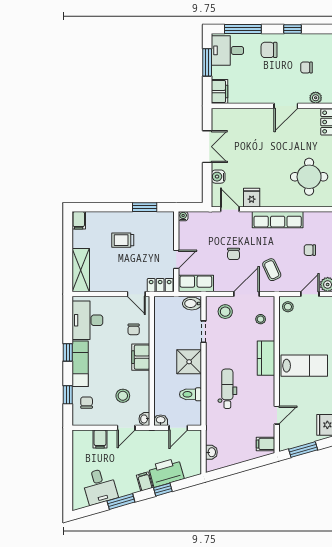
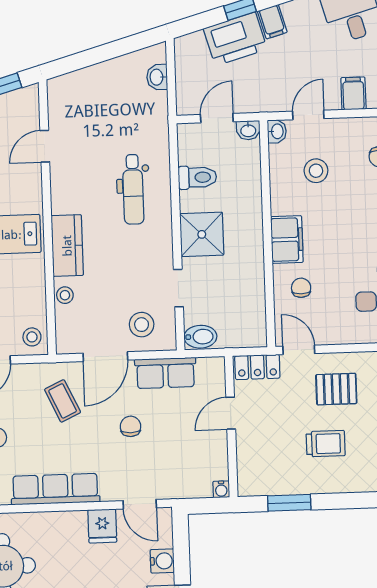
pallet: (116, 271) -> (336, 389), added
row of seats: (196, 284) -> (165, 373), moved
stool: (261, 319) -> (65, 295), moved
filing cabinet: (266, 444) -> (63, 95), removed

